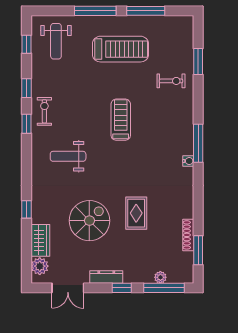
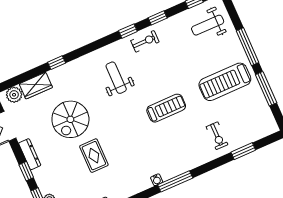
treadmill: (120, 49) -> (225, 82), turned 90
rug: (136, 213) -> (94, 156), turned 90
spiral stairs: (89, 221) -> (70, 119), turned 90

